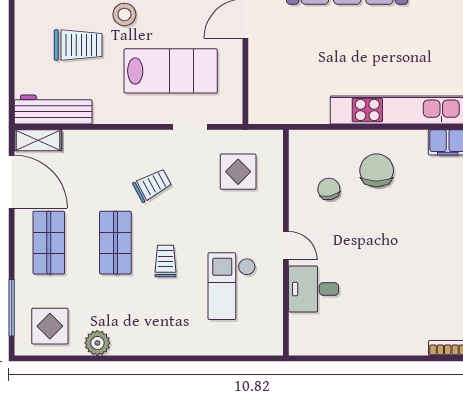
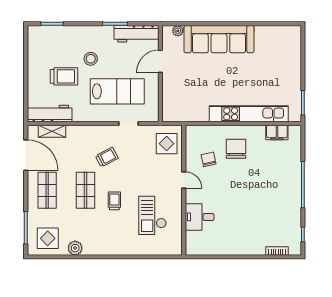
shelving: (38, 140) -> (52, 131), moved
display table: (238, 172) -> (167, 144), moved
door: (286, 246) -> (184, 180), moved

